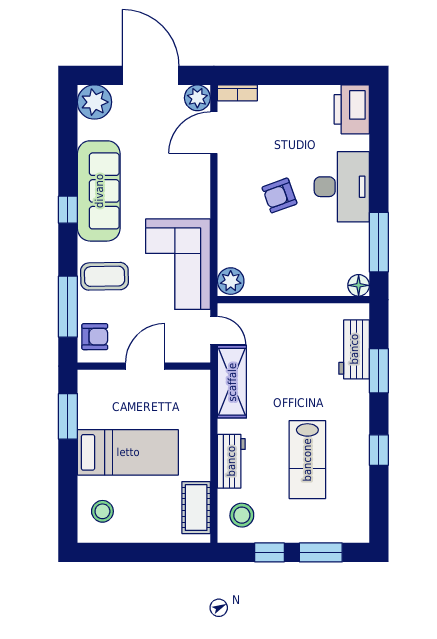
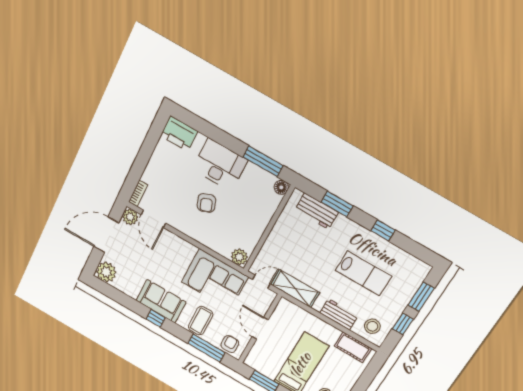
sofa: (99, 191) -> (161, 301), width x0.73

